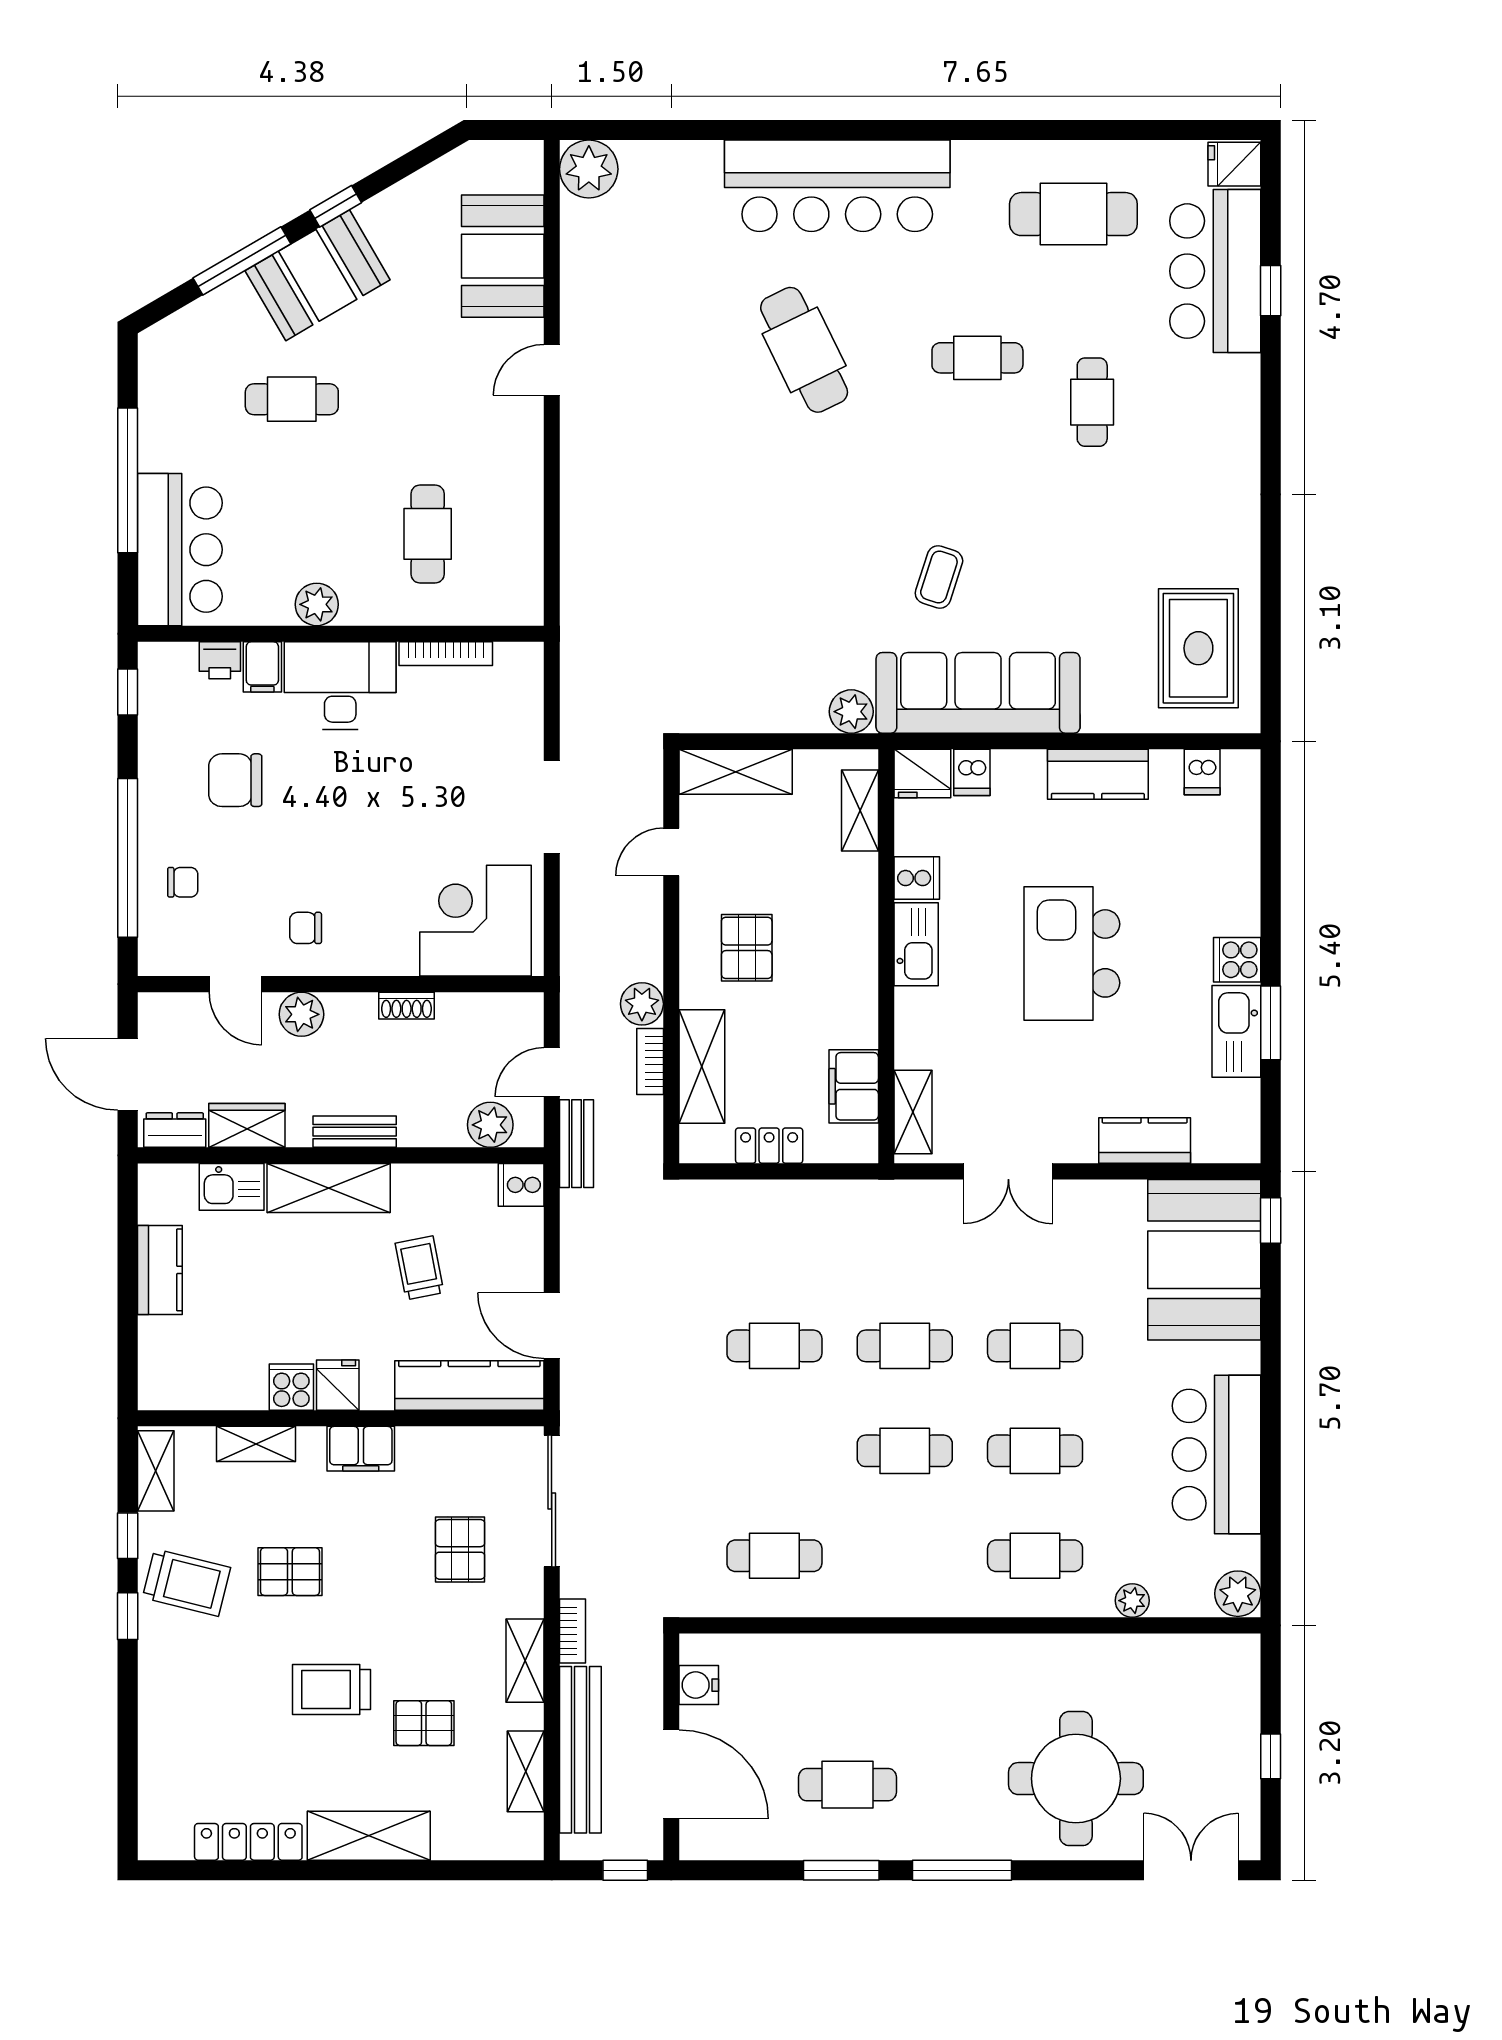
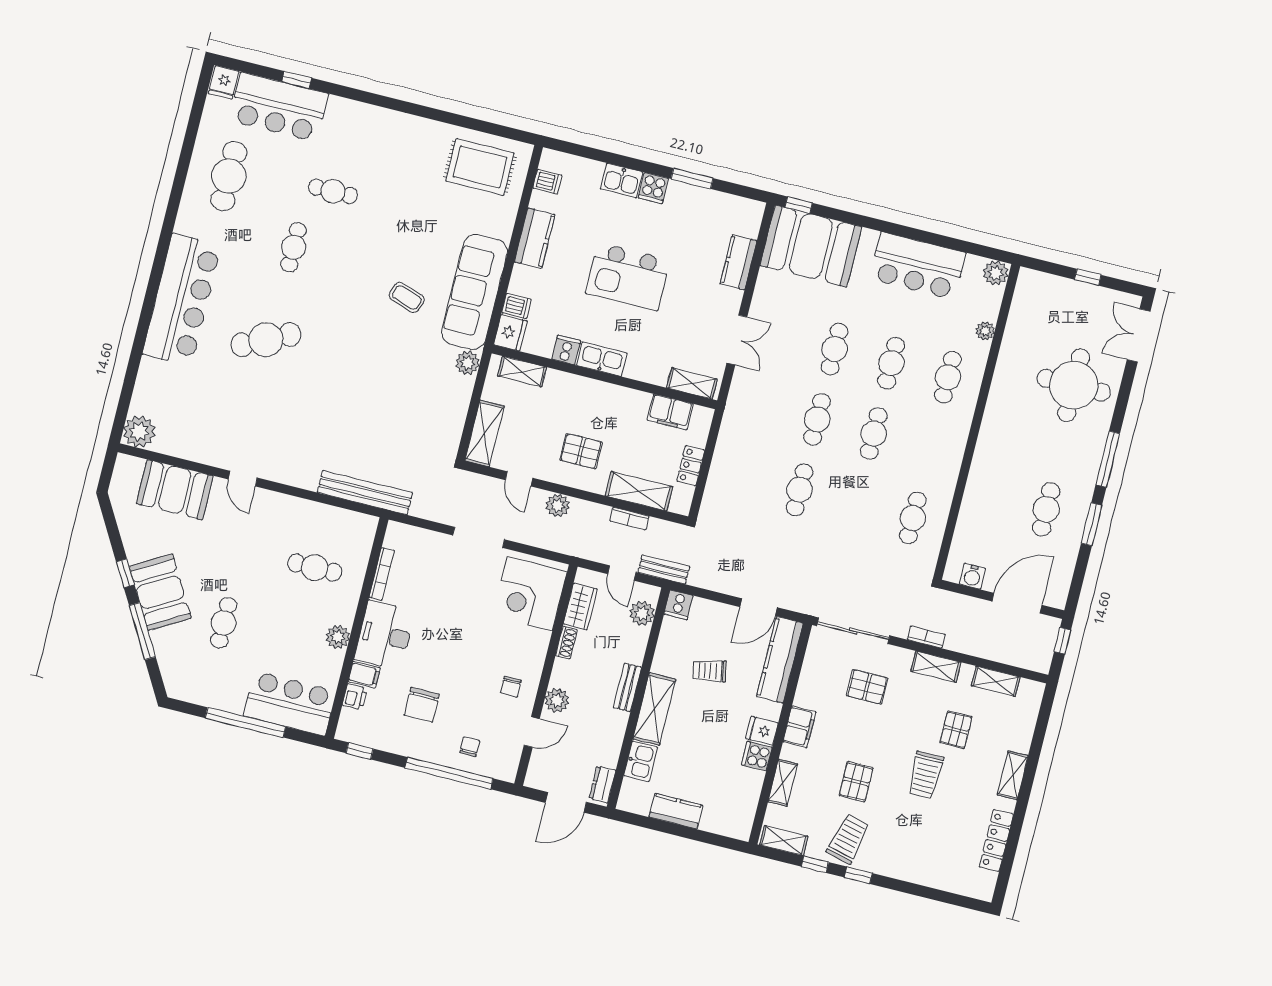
plant: (642, 1004) -> (558, 505), moved
kitchen sink: (1236, 1031) -> (621, 181), moved, width x0.73
wardrobe: (247, 1125) -> (580, 606), moved, turned 180
bench: (580, 1750) -> (365, 493), moved
shelving: (369, 1836) -> (1013, 775), width x0.67, depth x0.75

